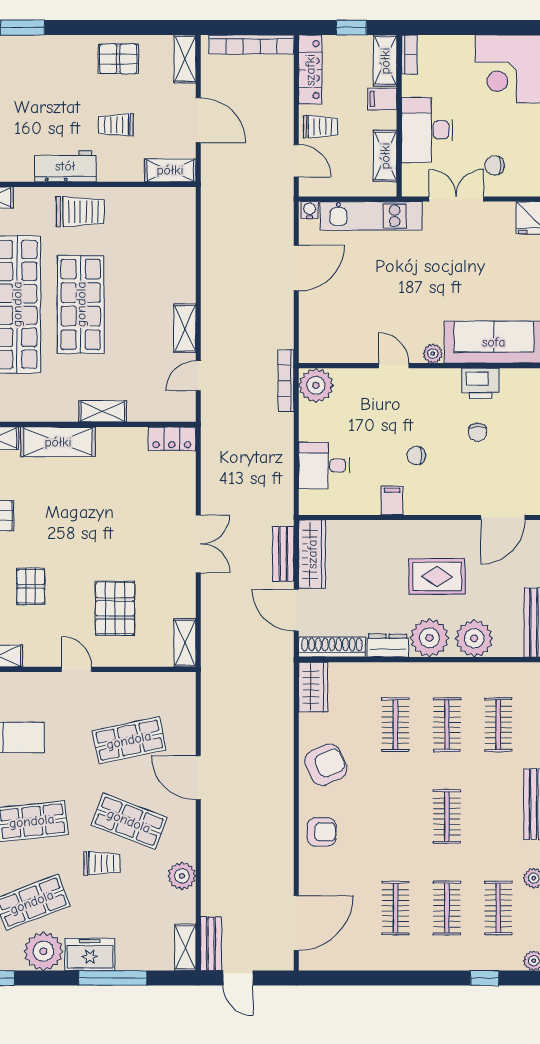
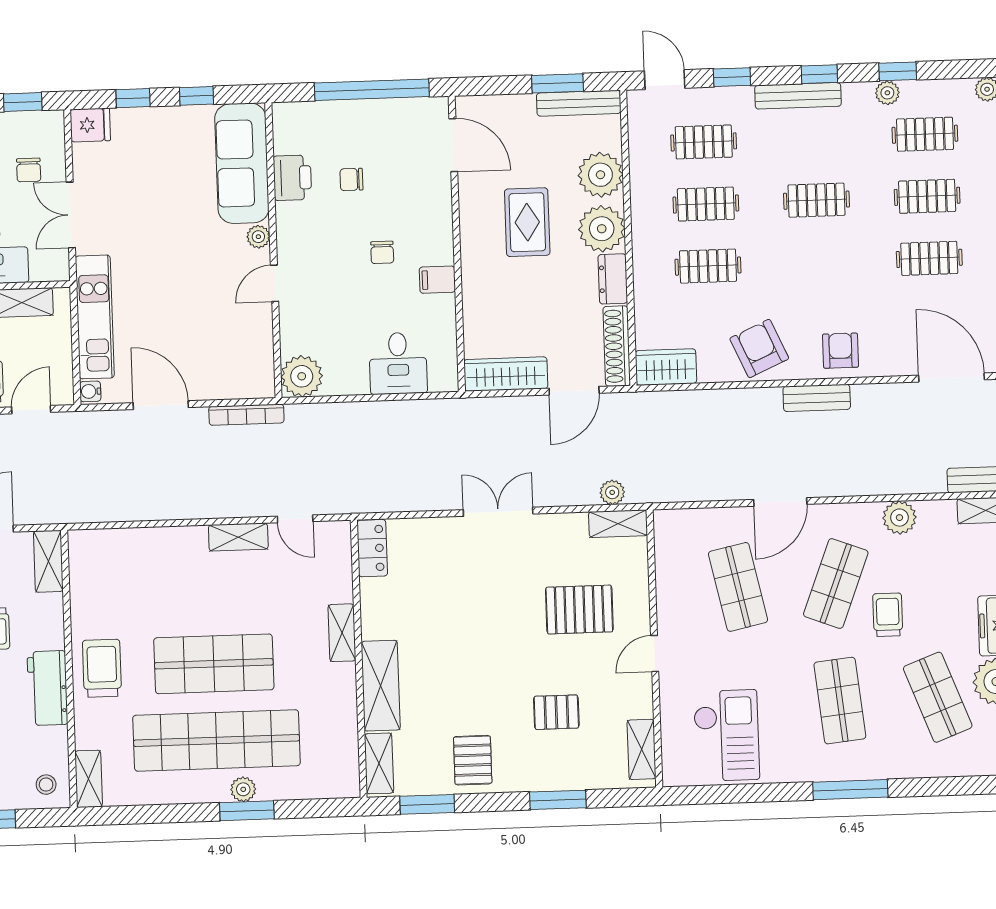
bookcase: (286, 381) -> (246, 415), moved
chair: (477, 432) -> (351, 179), turned 180
bench: (283, 554) -> (817, 398), moved
plant: (211, 639) -> (612, 492), added

